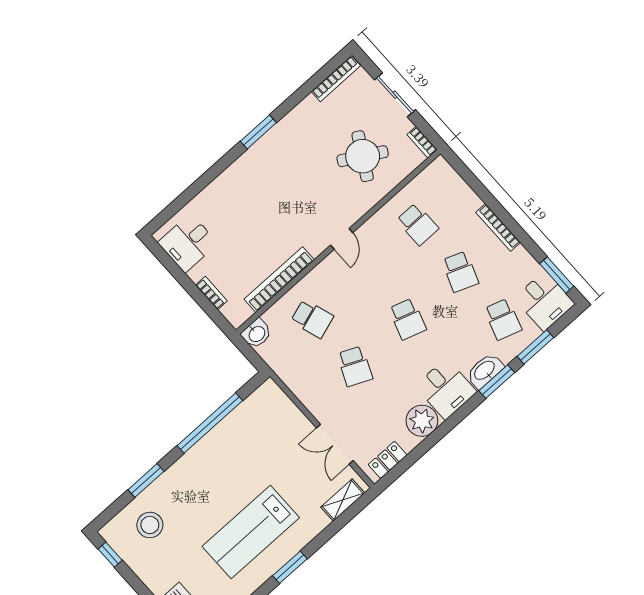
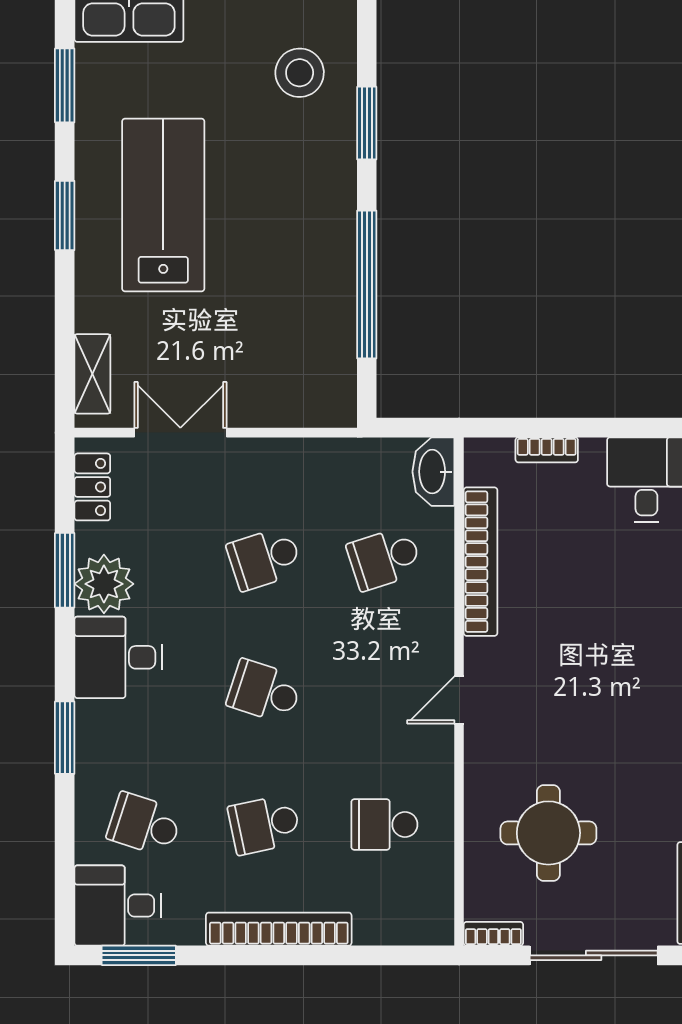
sliding door: (395, 95) -> (594, 955), width x1.37
round table: (363, 156) -> (548, 833), turned -30
bookcase: (498, 227) -> (279, 929), width x1.48, depth x1.31
door: (342, 239) -> (459, 700), hinge flipped
school desk: (460, 272) -> (264, 825), turned -33
washbasin: (257, 334) -> (433, 472), width x1.38
window: (535, 347) -> (65, 570), moved
school desk: (355, 366) -> (264, 558), turned -42
washbasin: (485, 371) -> (95, 735), removed

